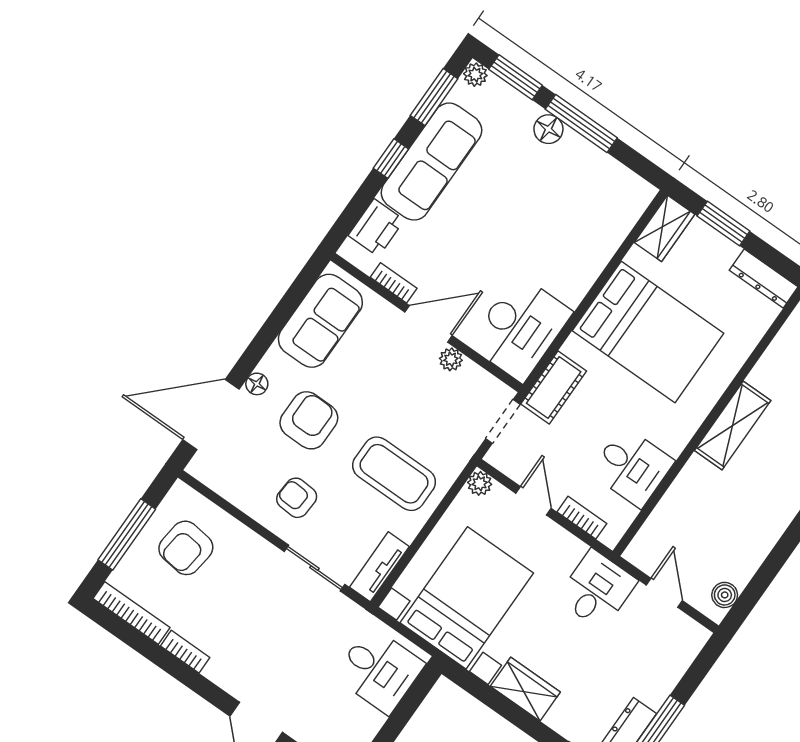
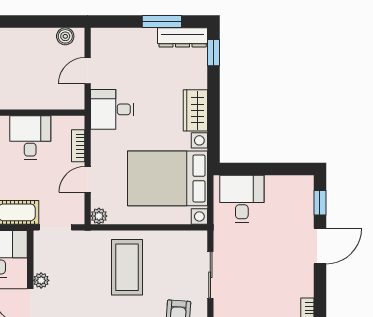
tv unit: (379, 567) -> (184, 239), removed

